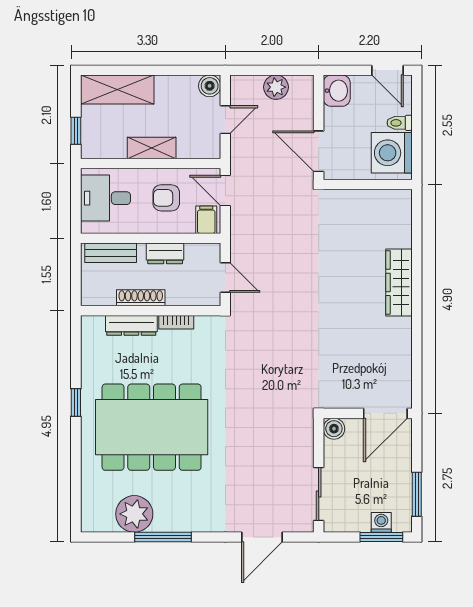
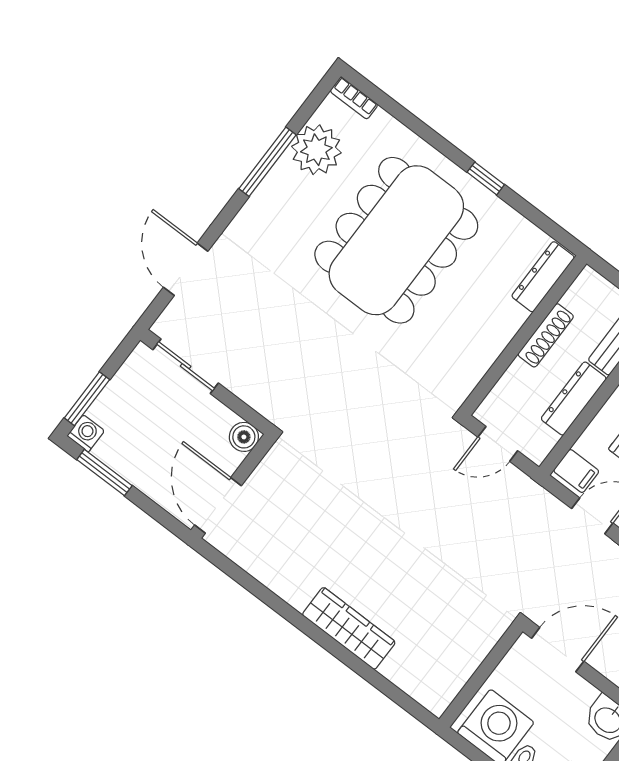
dresser: (165, 253) -> (574, 399), width x1.44
bookcase: (176, 322) -> (354, 98), moved, turned -90
dresser: (131, 325) -> (543, 277), moved
washing machine: (381, 522) -> (86, 433), moved, turned -90

